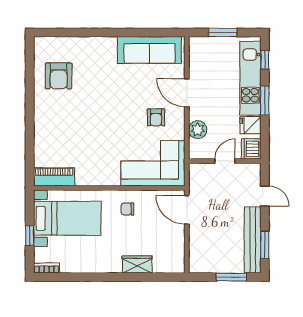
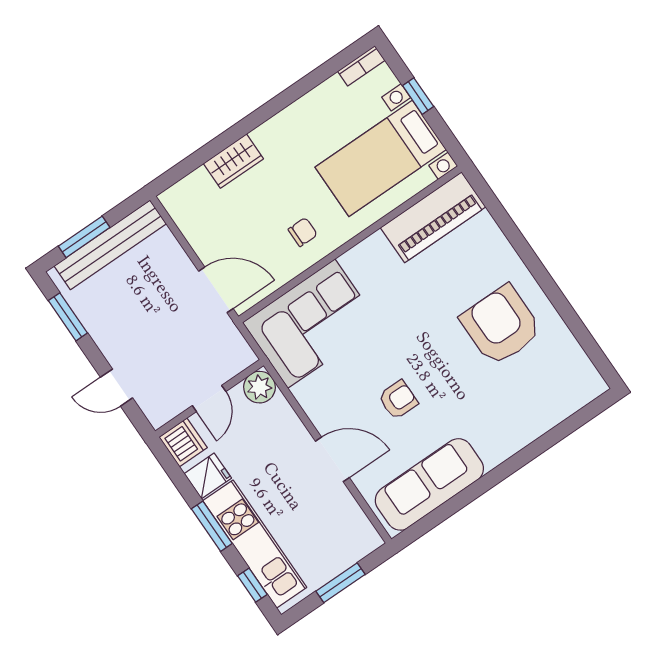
armchair: (59, 76) -> (501, 325), moved, width x1.36, depth x1.36
armchair: (156, 117) -> (398, 400), moved, turned 90
plant: (198, 130) -> (259, 387), moved
piano: (54, 177) -> (433, 217), width x1.37, depth x1.33
bench: (253, 240) -> (110, 245), moved, turned 90

